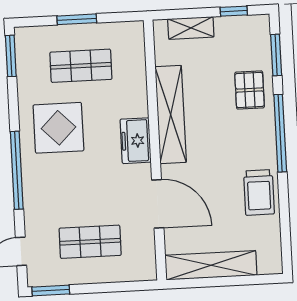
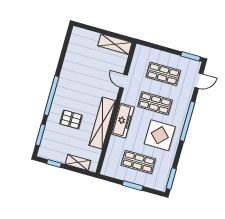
pallet: (250, 90) -> (71, 119), moved, turned 90
freezer: (136, 141) -> (123, 120), width x1.40
shop shelf: (87, 183) -> (155, 103), added
trolley: (259, 192) -> (72, 70), removed
door: (158, 204) -> (124, 81), width x0.53
shelving: (211, 265) -> (115, 44), width x0.68

